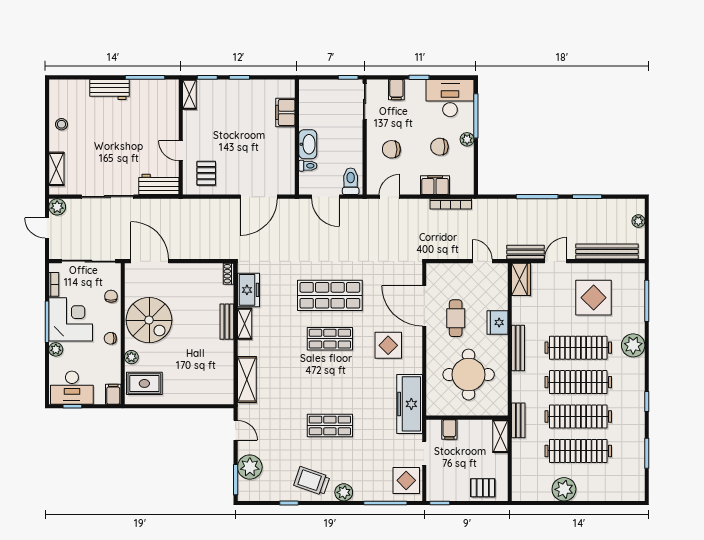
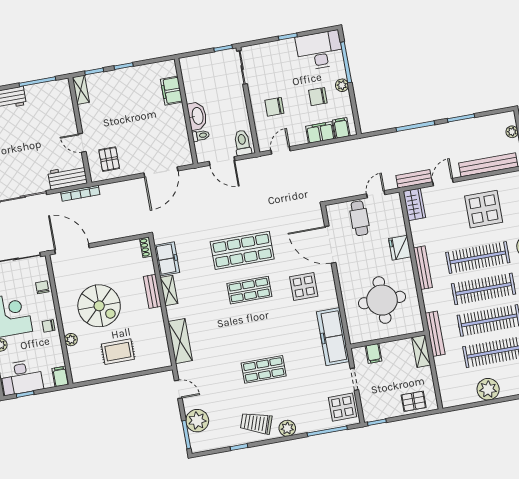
filing cabinet: (396, 90) -> (341, 128), moved, turned 180
bookcase: (451, 204) -> (80, 193), moved
door: (482, 261) -> (376, 194), hinge flipped
cafe table: (456, 318) -> (359, 218), moved
spiral stairs: (149, 320) -> (99, 306), moved
rug: (144, 383) -> (118, 352), moved
bench: (518, 420) -> (435, 334), width x1.36

